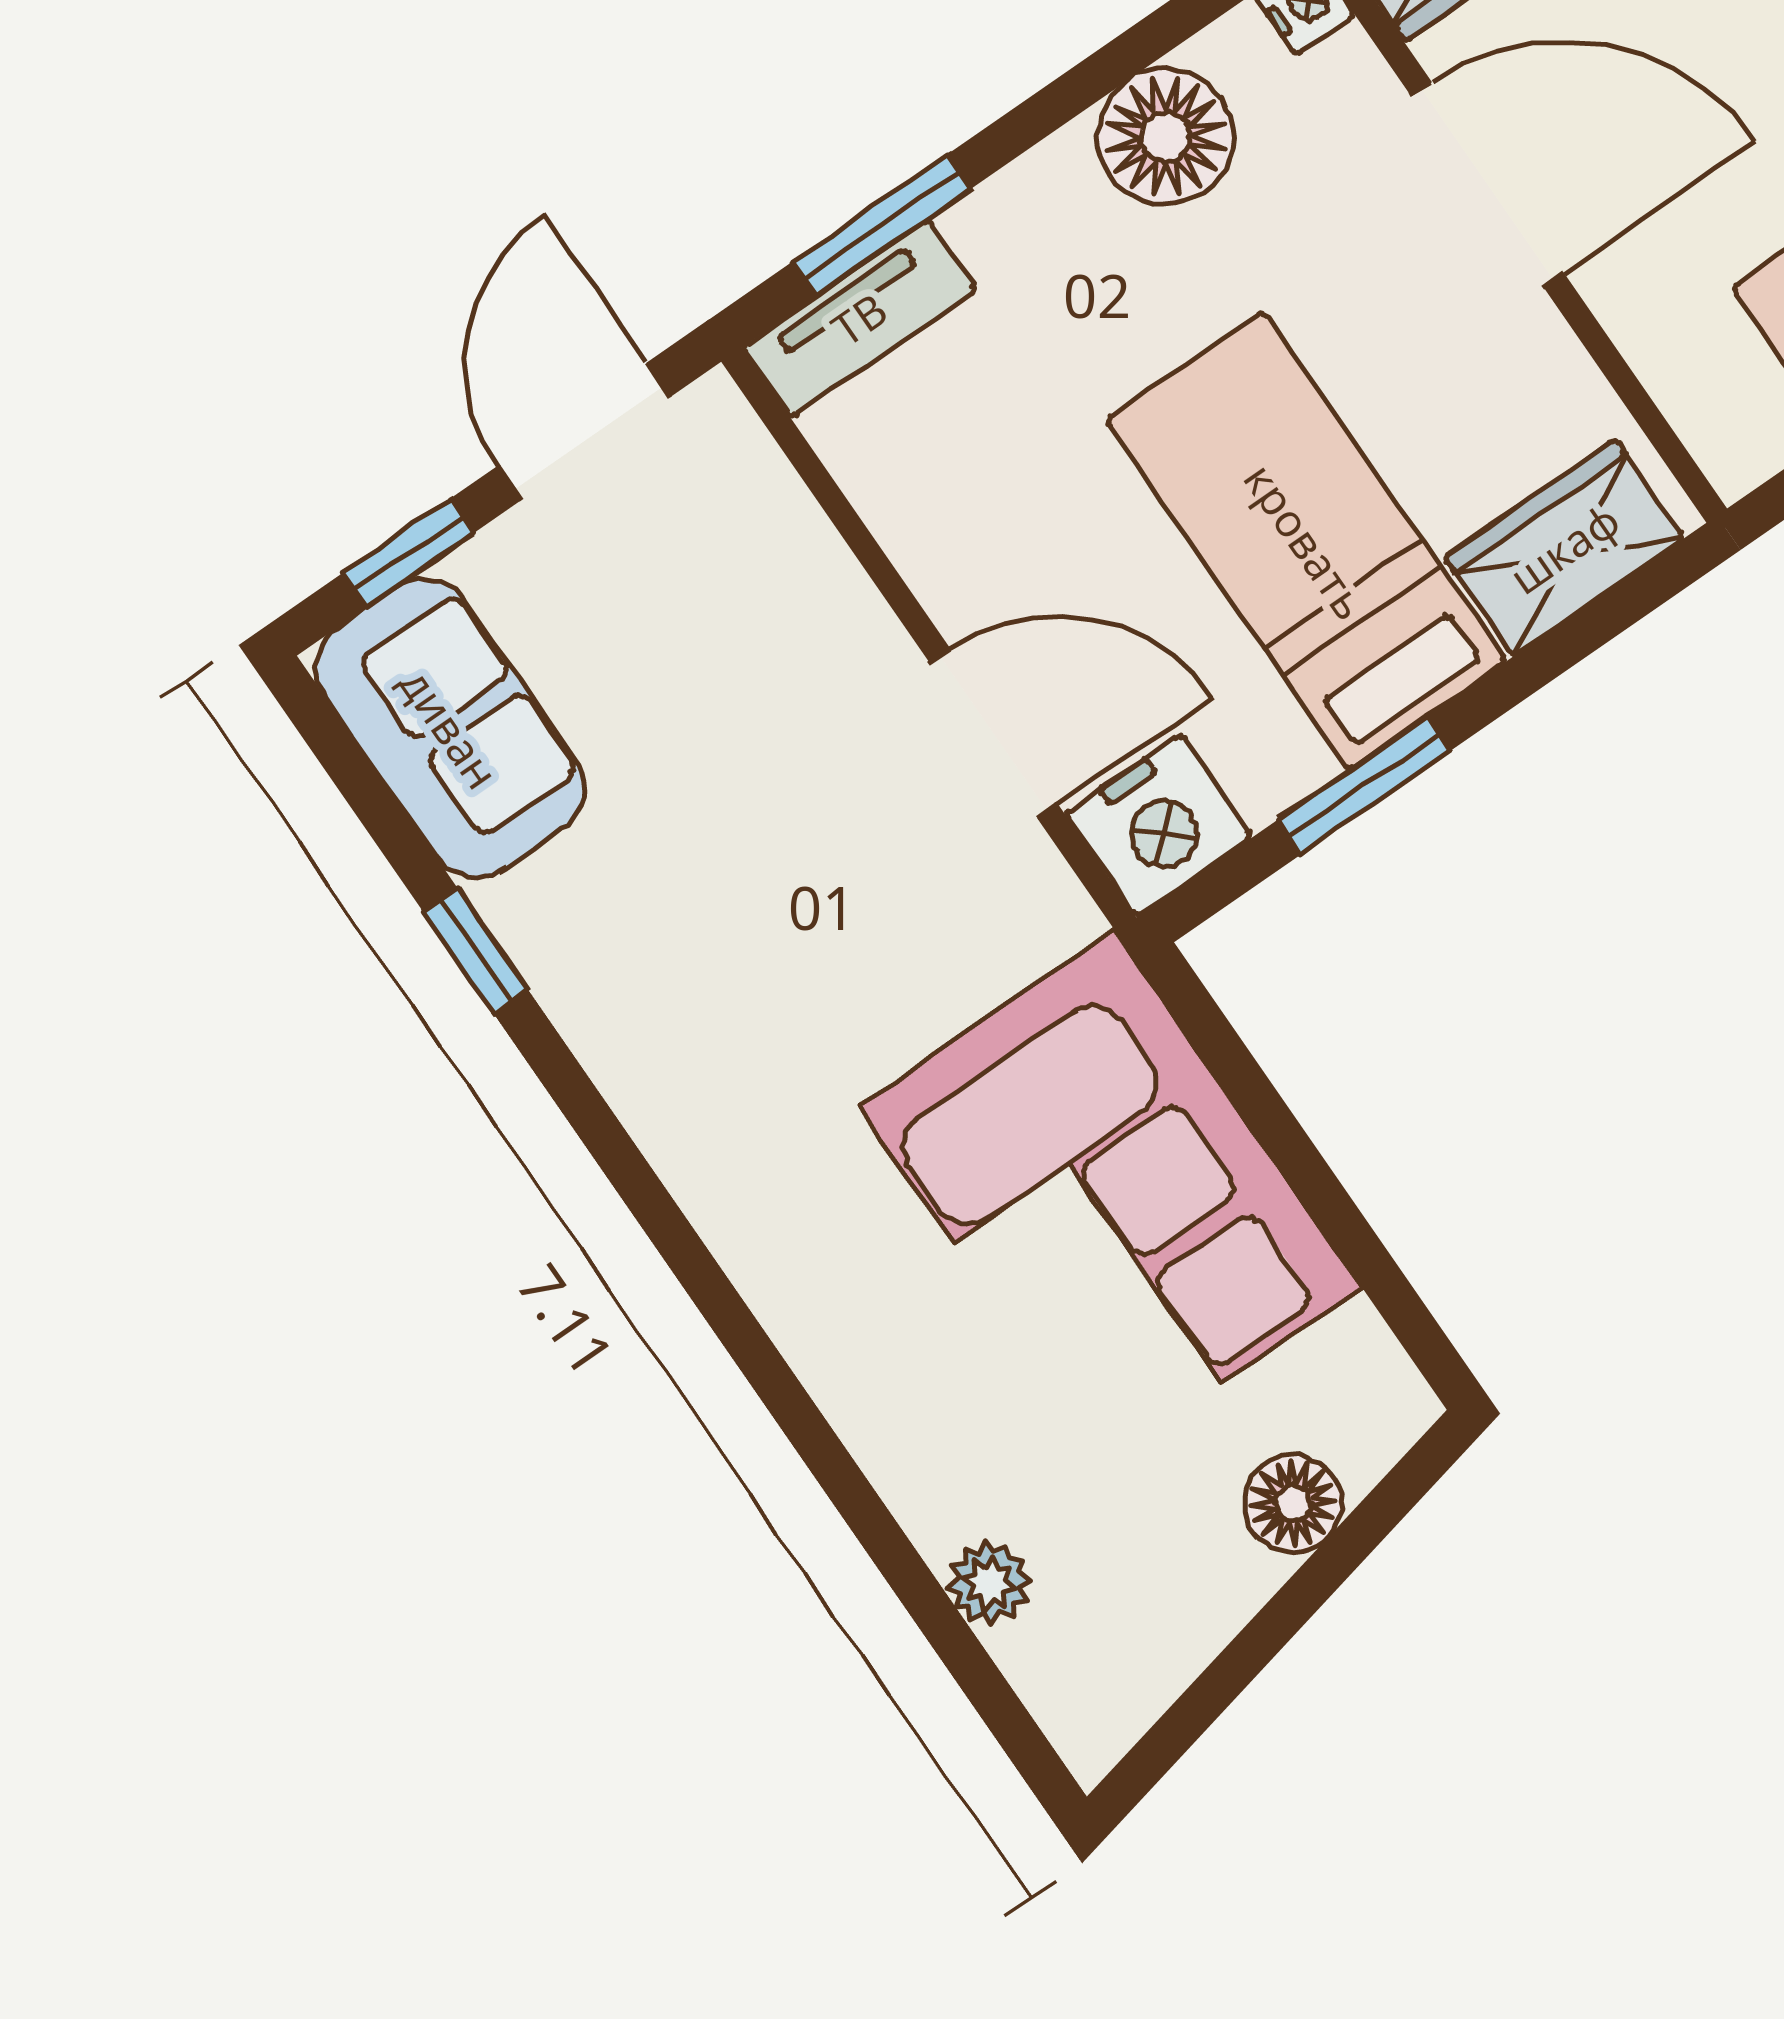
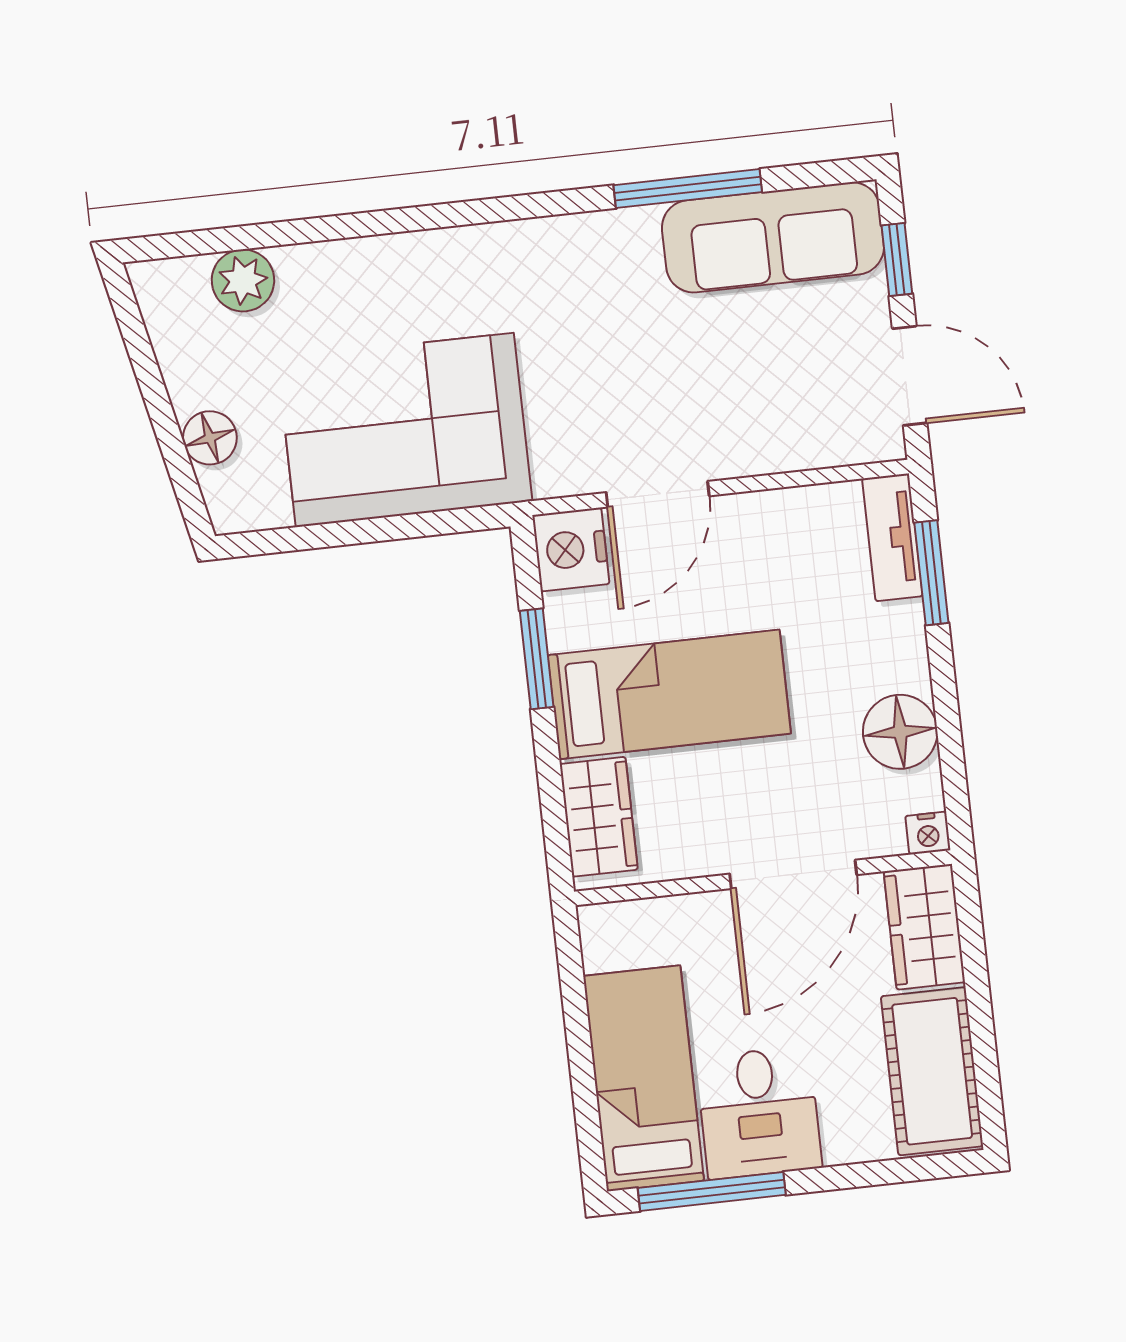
sofa: (450, 728) -> (773, 237), width x1.36
window: (476, 951) -> (688, 189), width x2.17
plant: (989, 1583) -> (243, 280), width x1.38, depth x1.38

